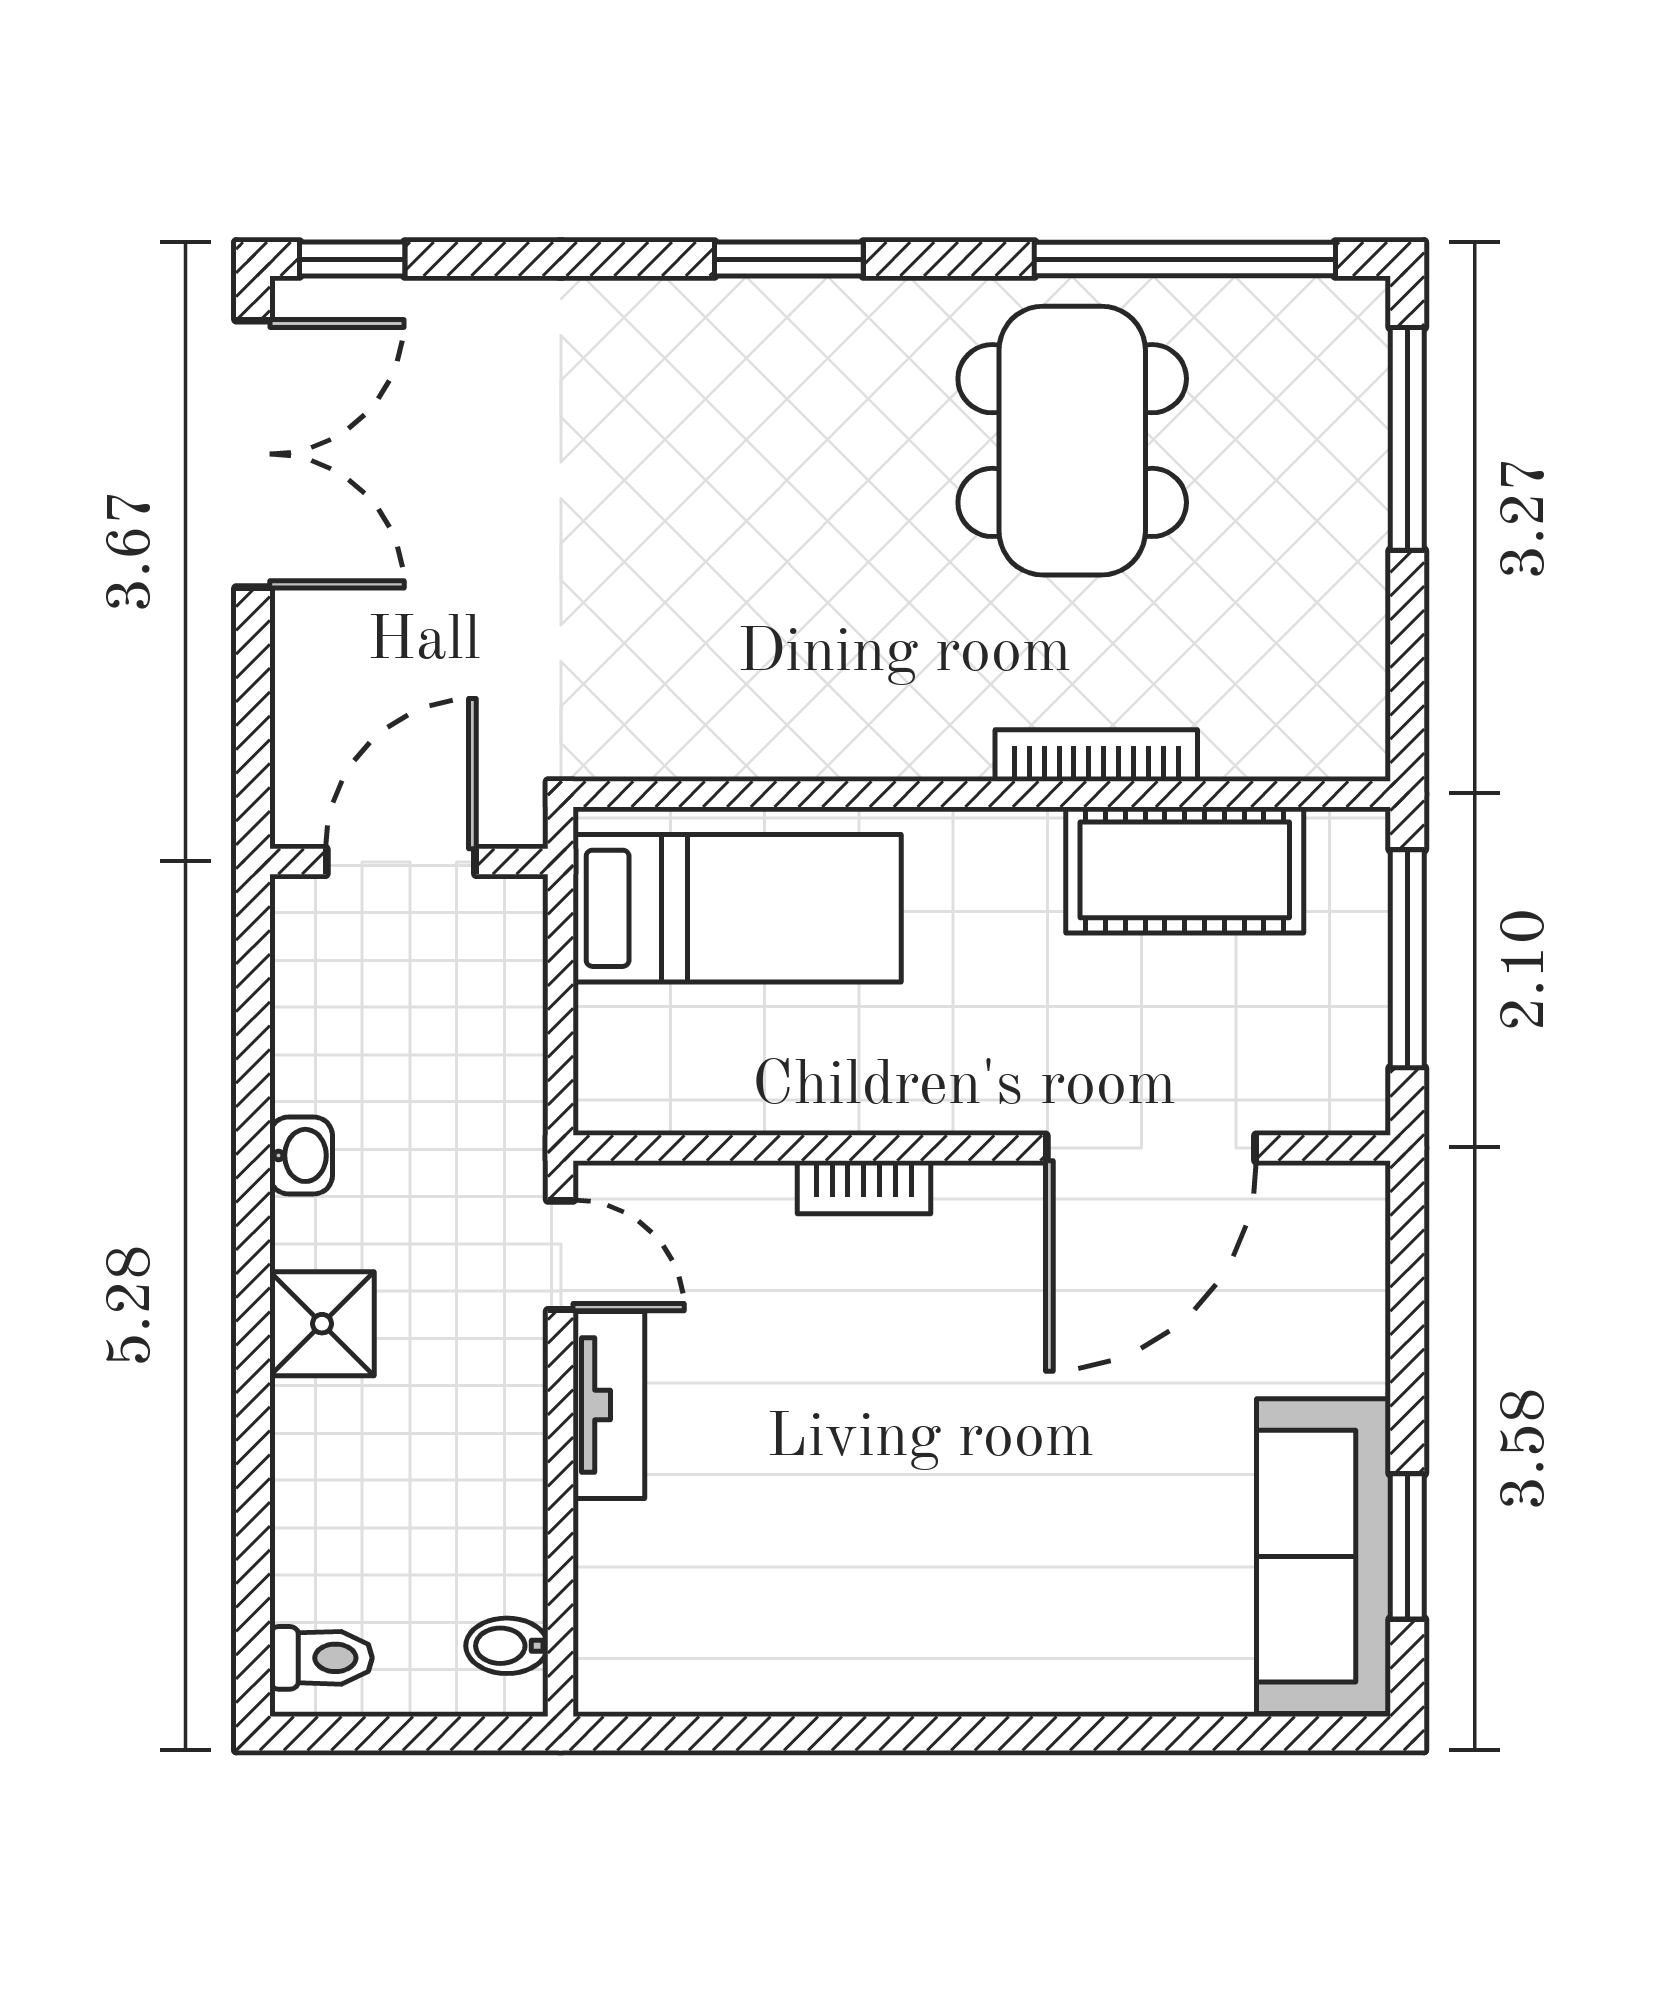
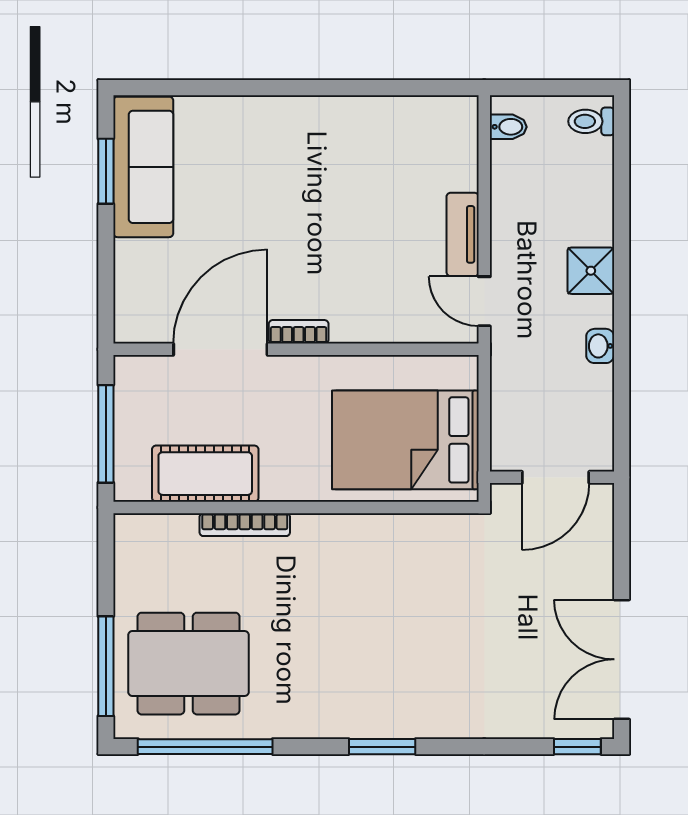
dining table: (1072, 441) -> (188, 664), moved, turned 90
bed: (737, 908) -> (405, 440), width x1.50
bookcase: (864, 1187) -> (299, 332), moved

